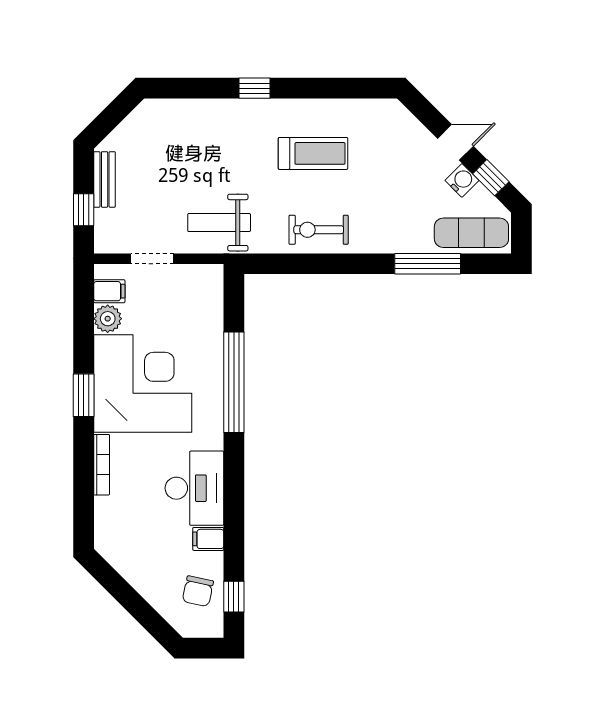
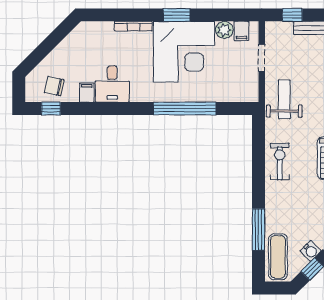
desk: (194, 488) -> (112, 84), width x0.73

